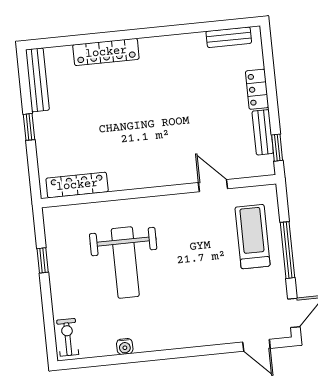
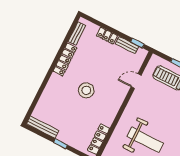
locker: (106, 52) -> (65, 59), moved
stool: (145, 113) -> (86, 90), added

